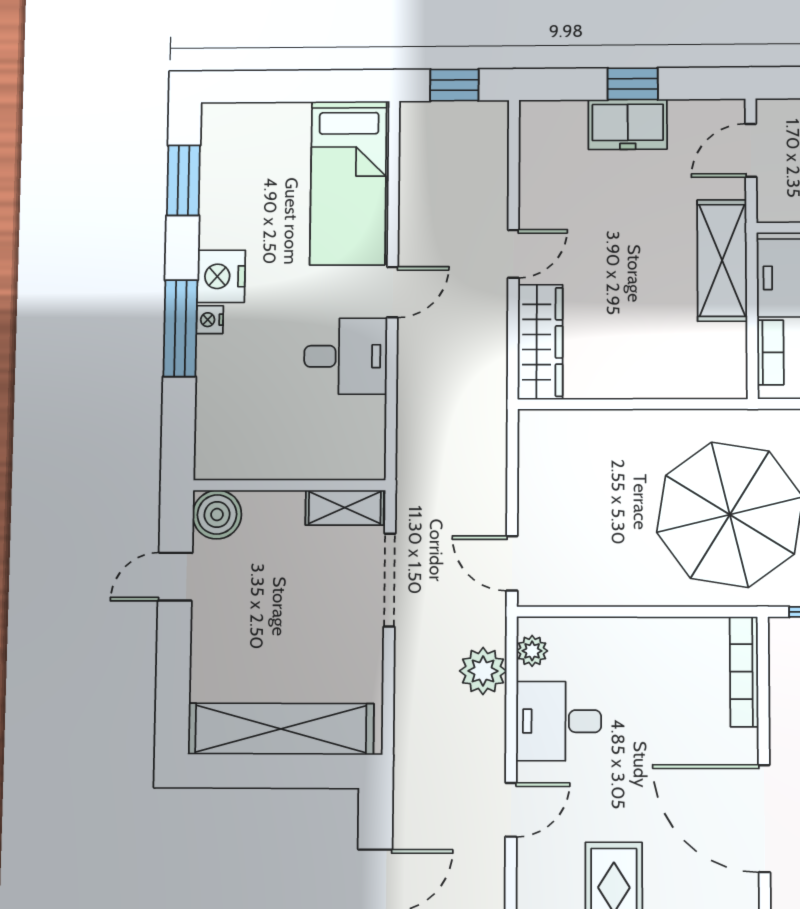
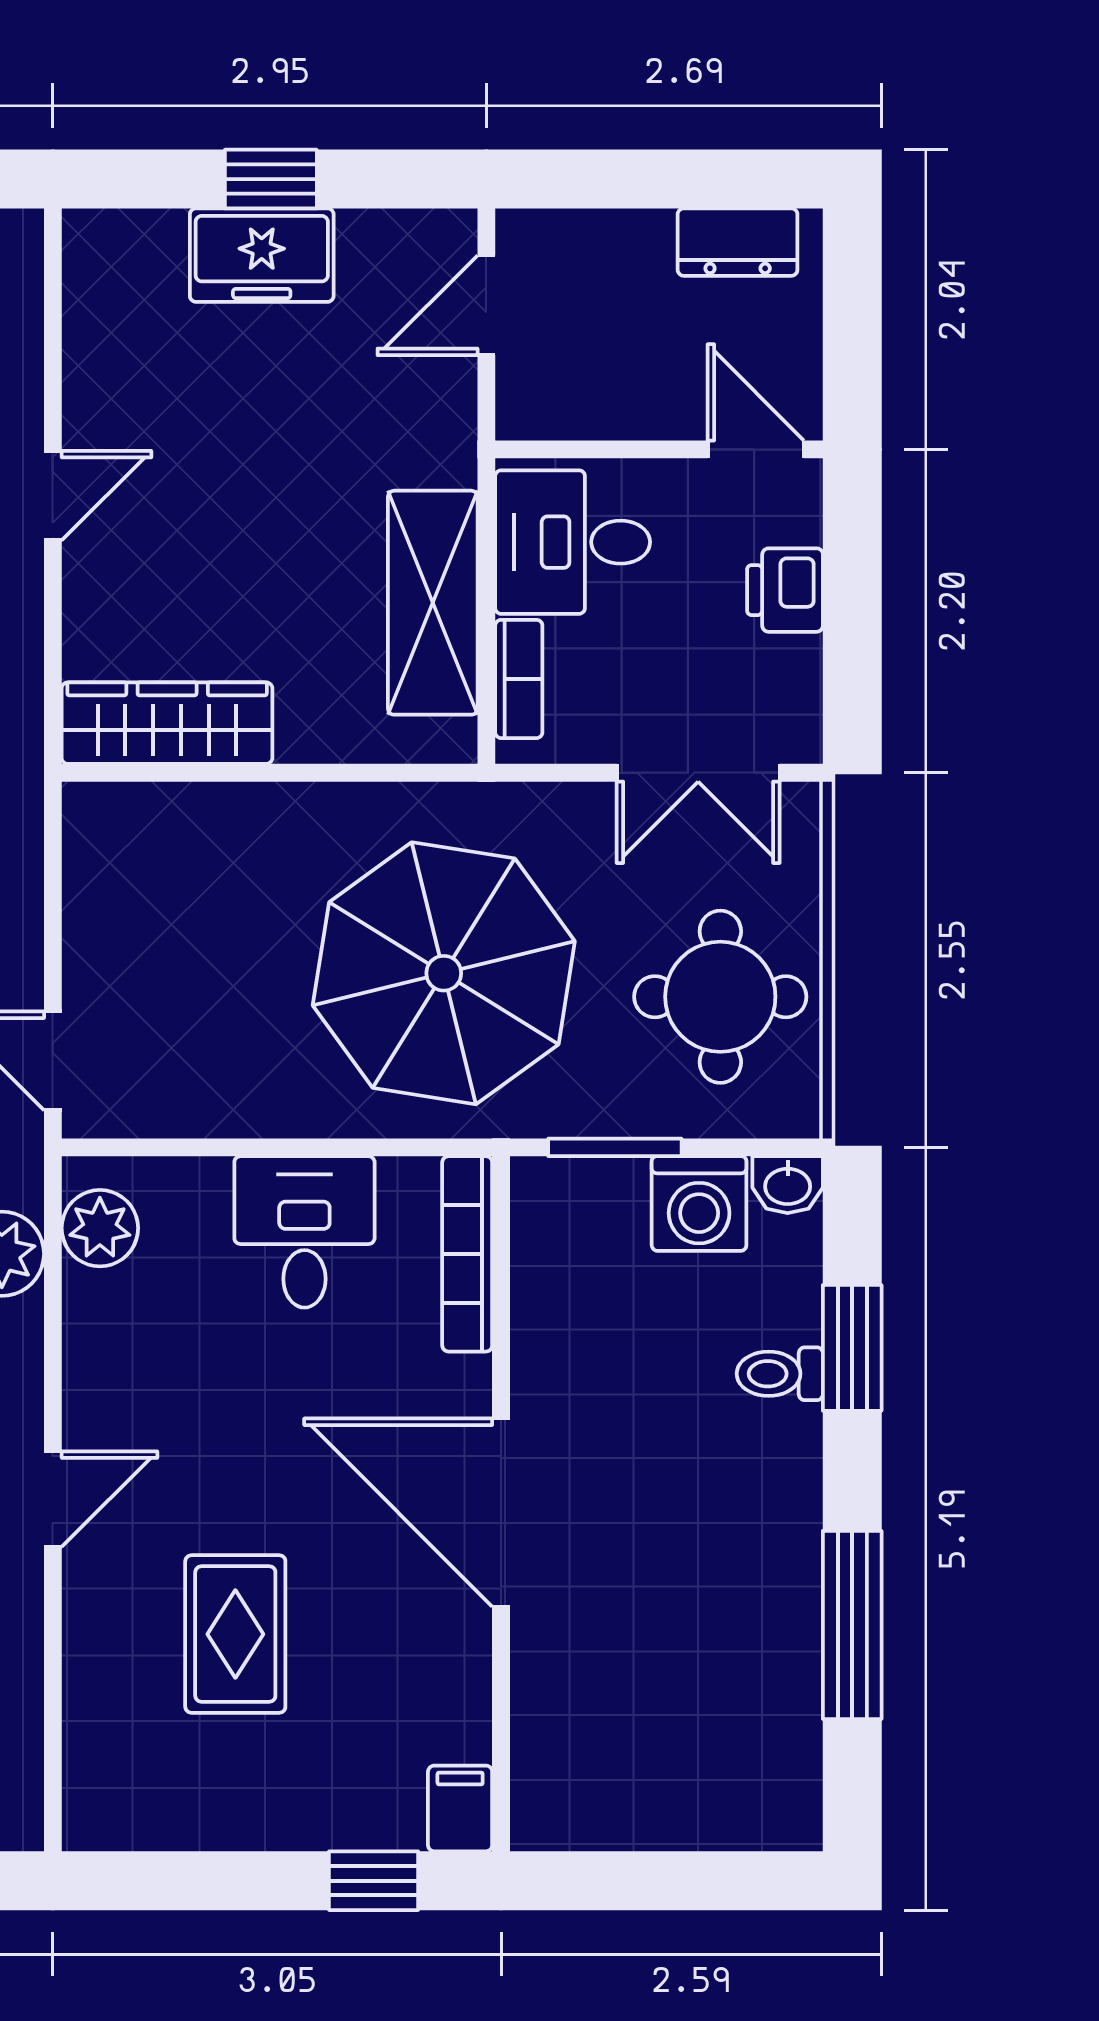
shelving: (722, 260) -> (433, 603), moved
wardrobe: (540, 342) -> (167, 723), moved, turned -90
plant: (532, 651) -> (100, 1228), width x1.38, depth x1.38
desk: (559, 721) -> (304, 1232), moved, turned 90

